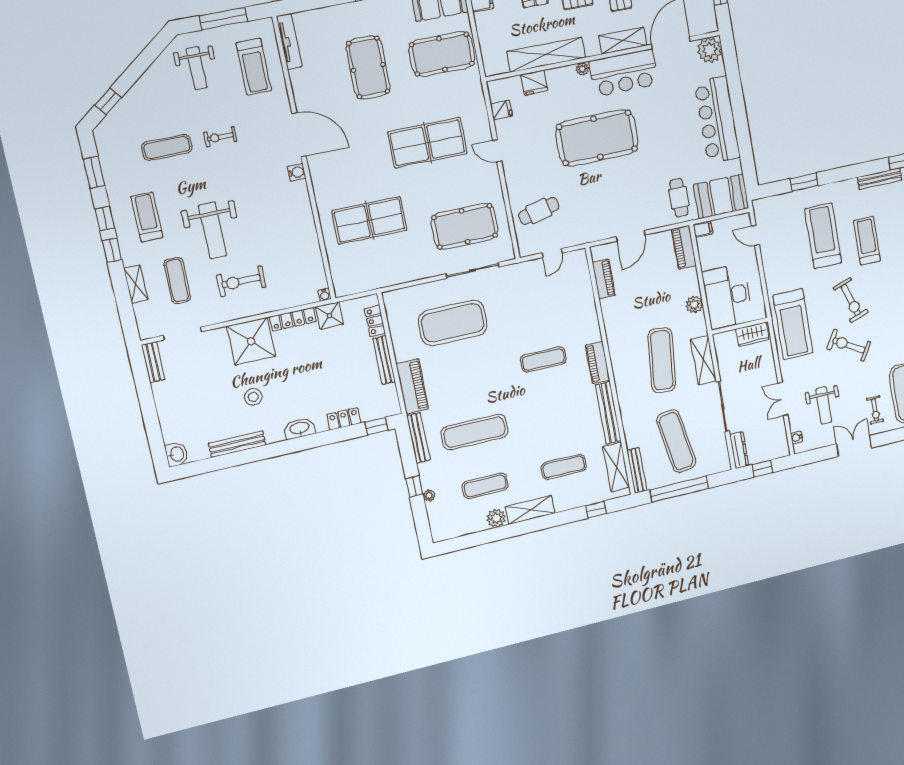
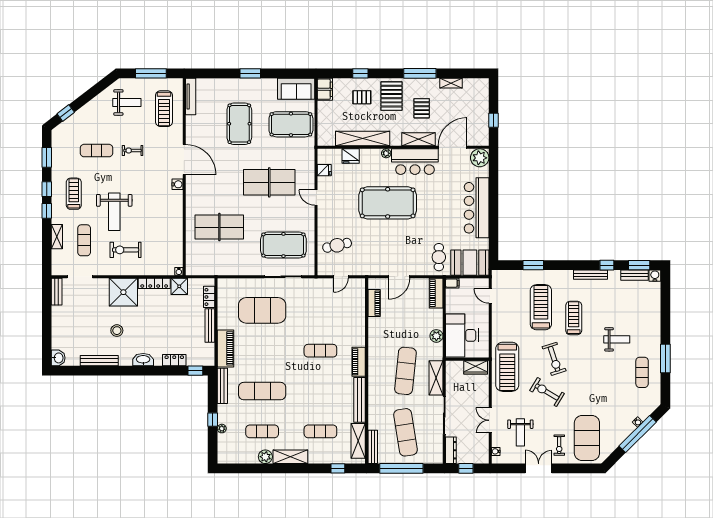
weight bench: (197, 68) -> (127, 102), turned -90

